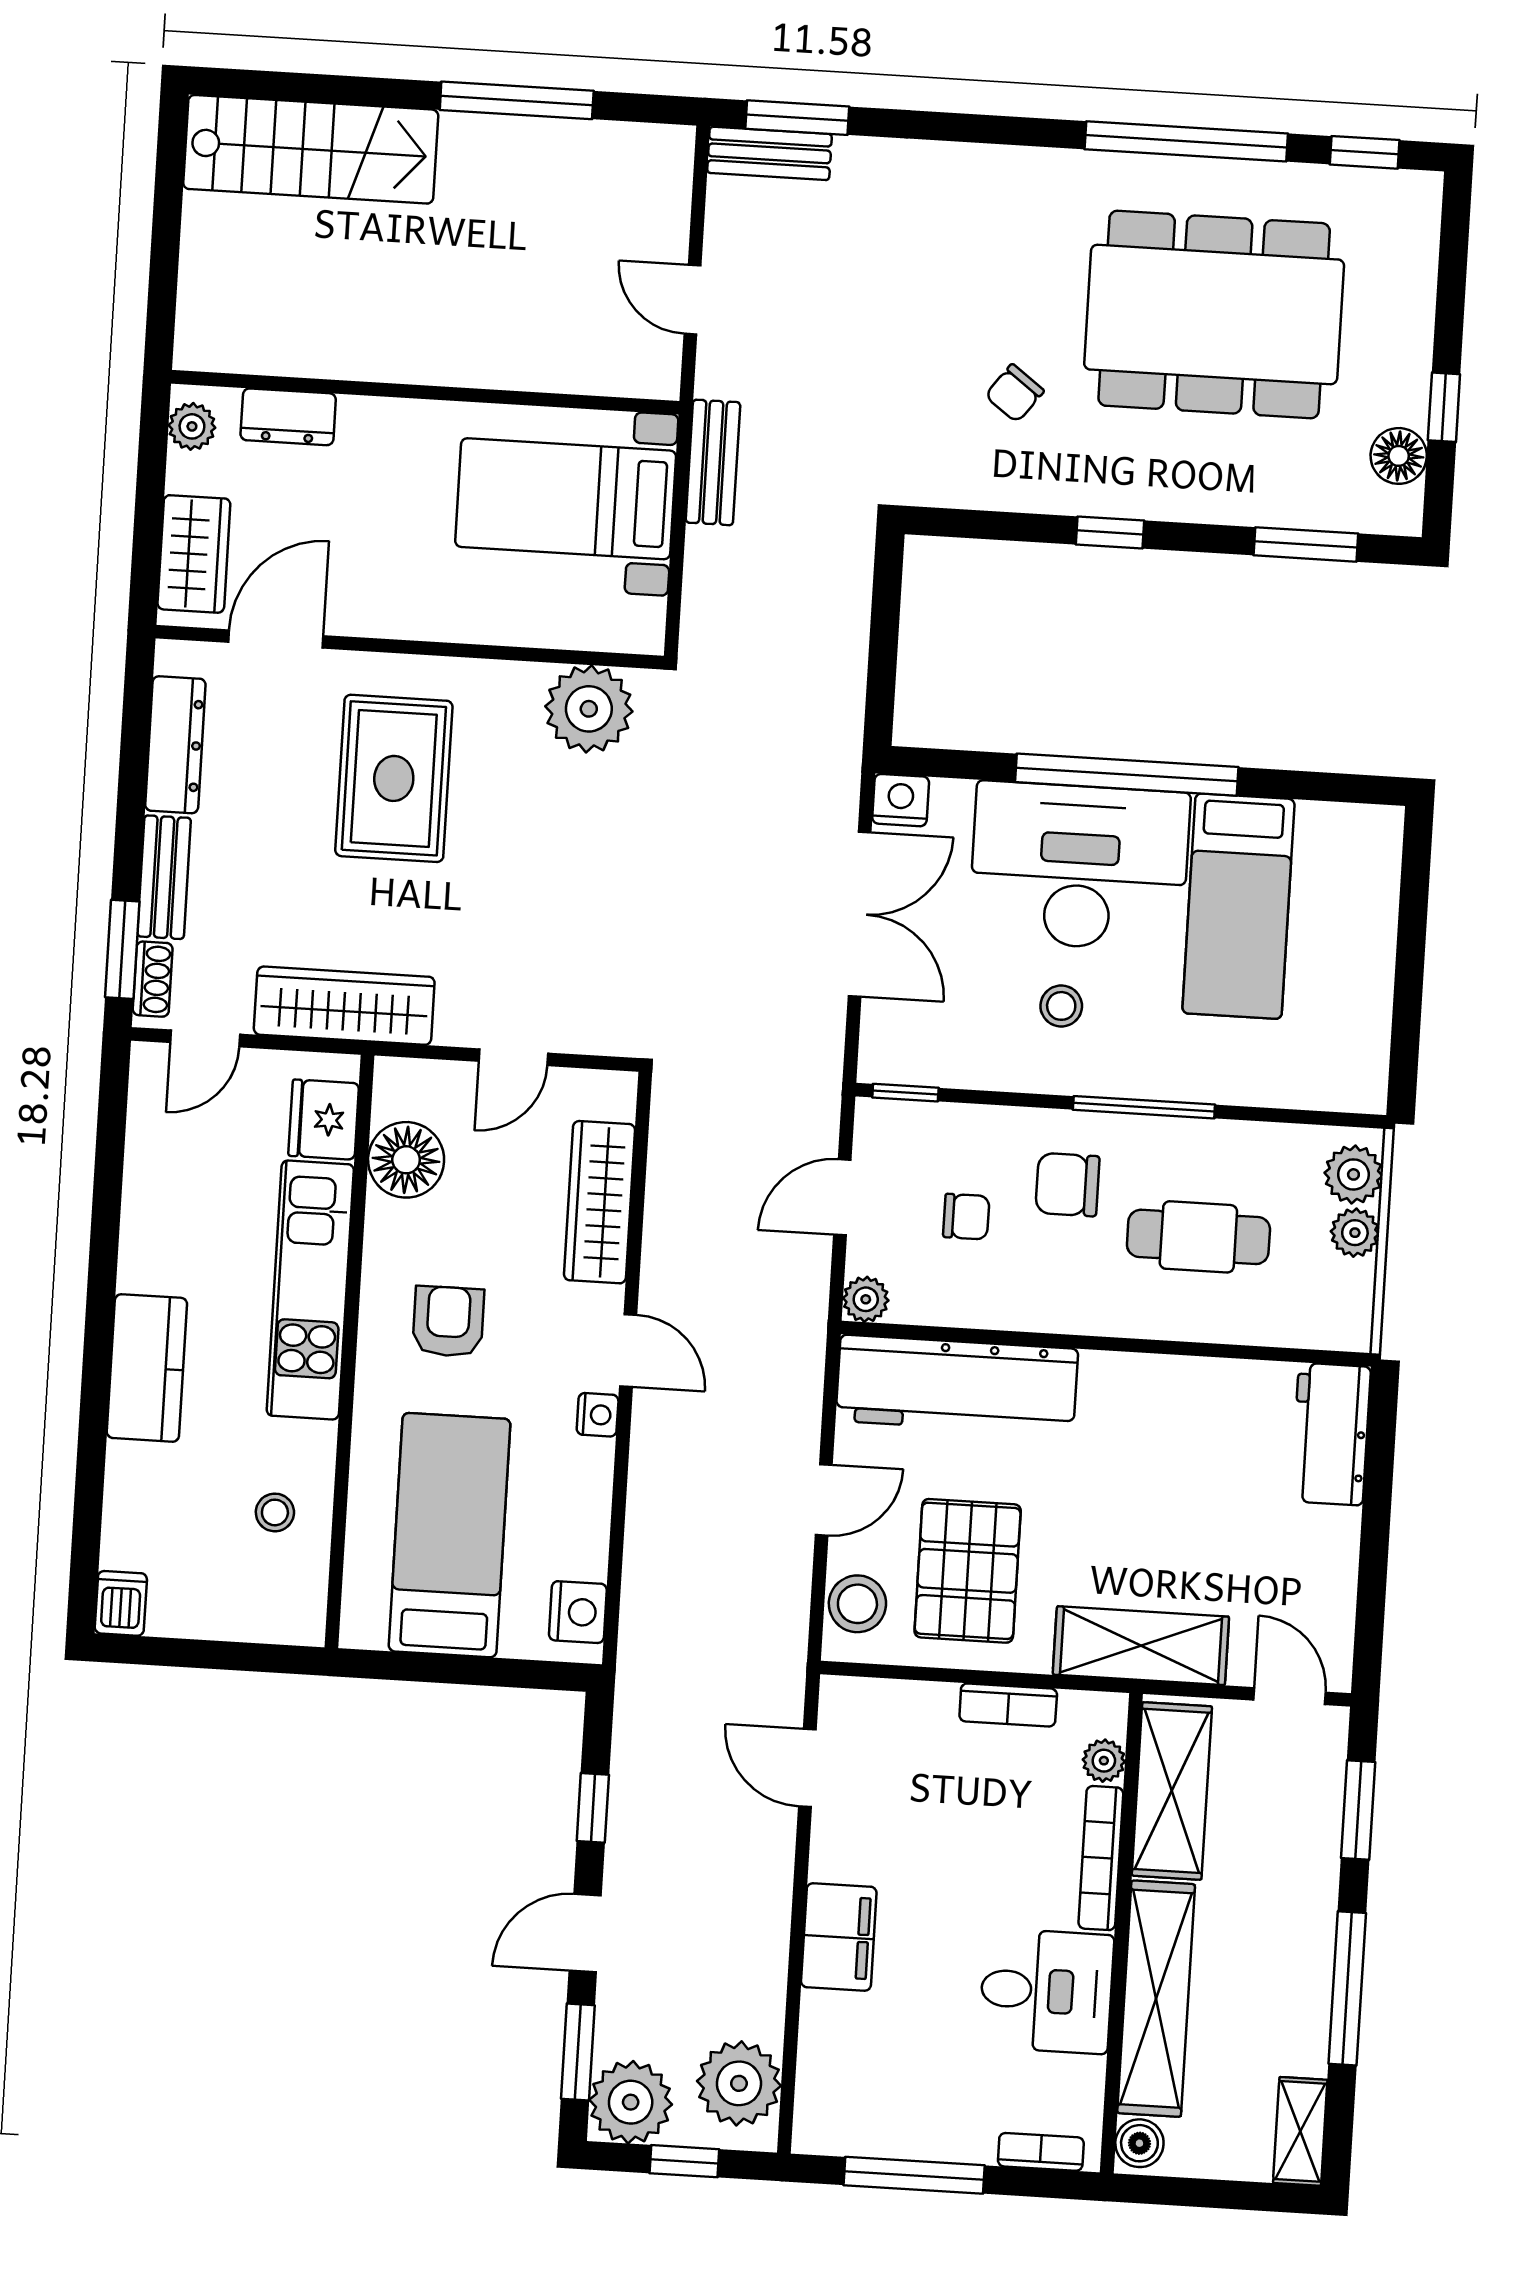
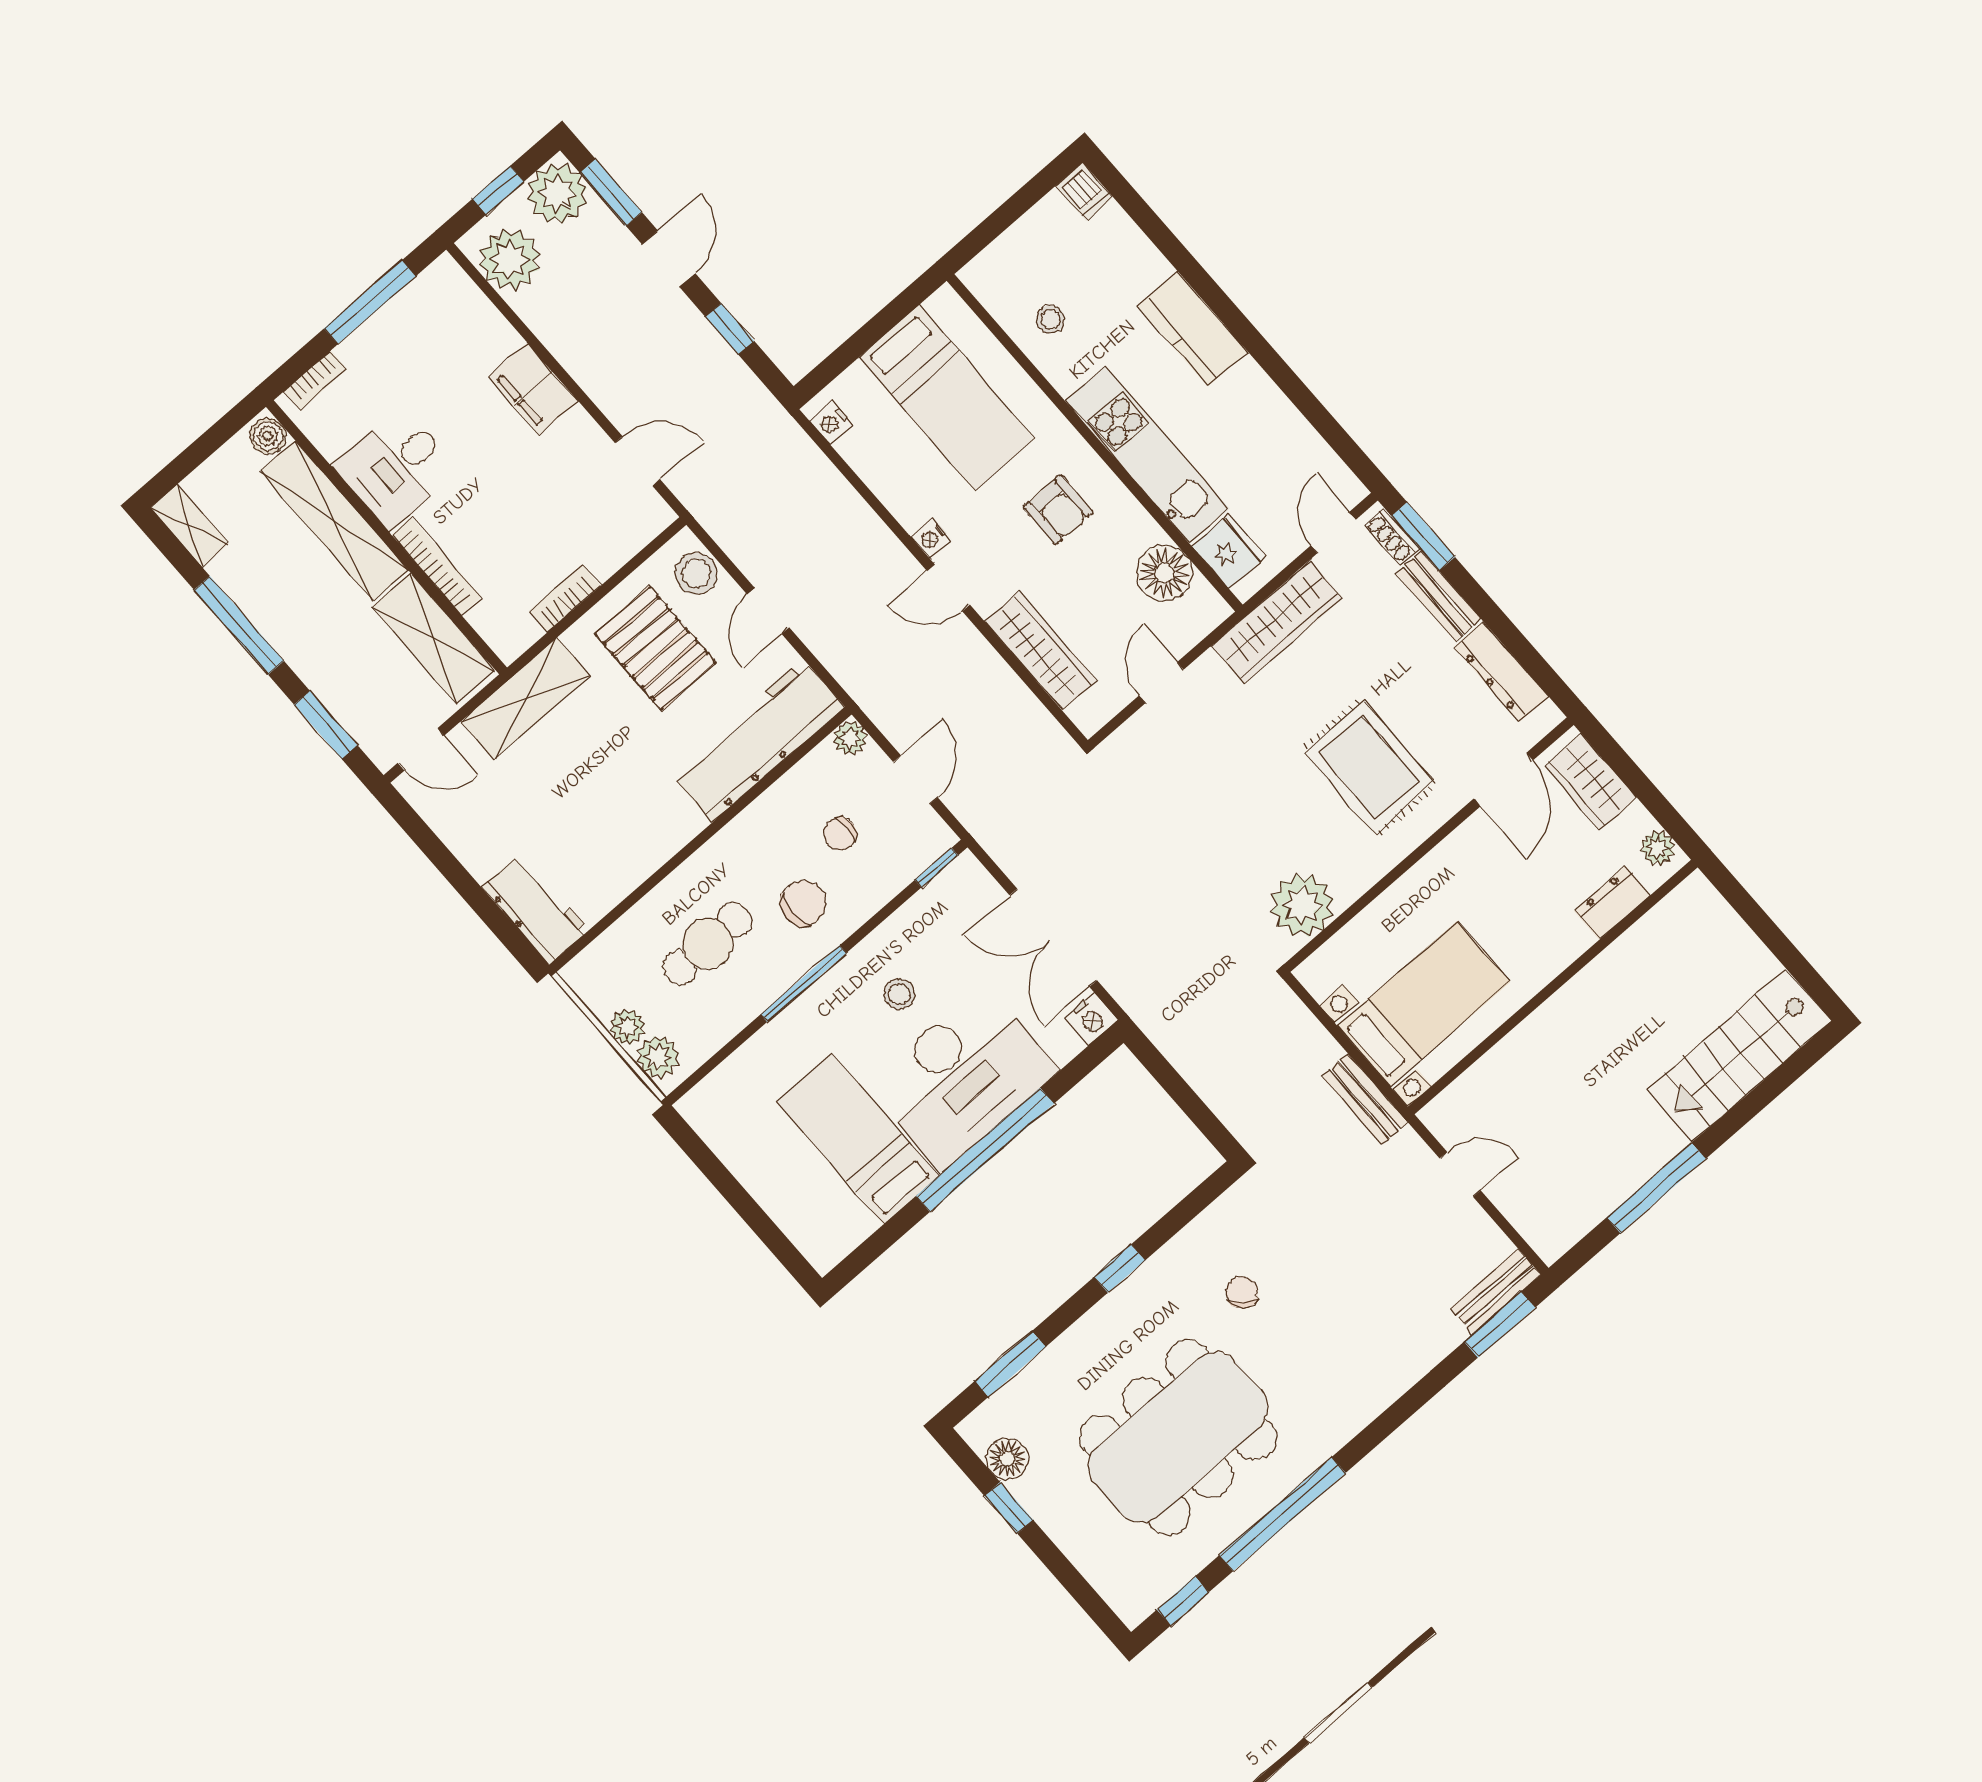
nightstand: (578, 1612) -> (831, 423), width x0.72, depth x0.74
plant: (1104, 1761) -> (485, 619), removed

